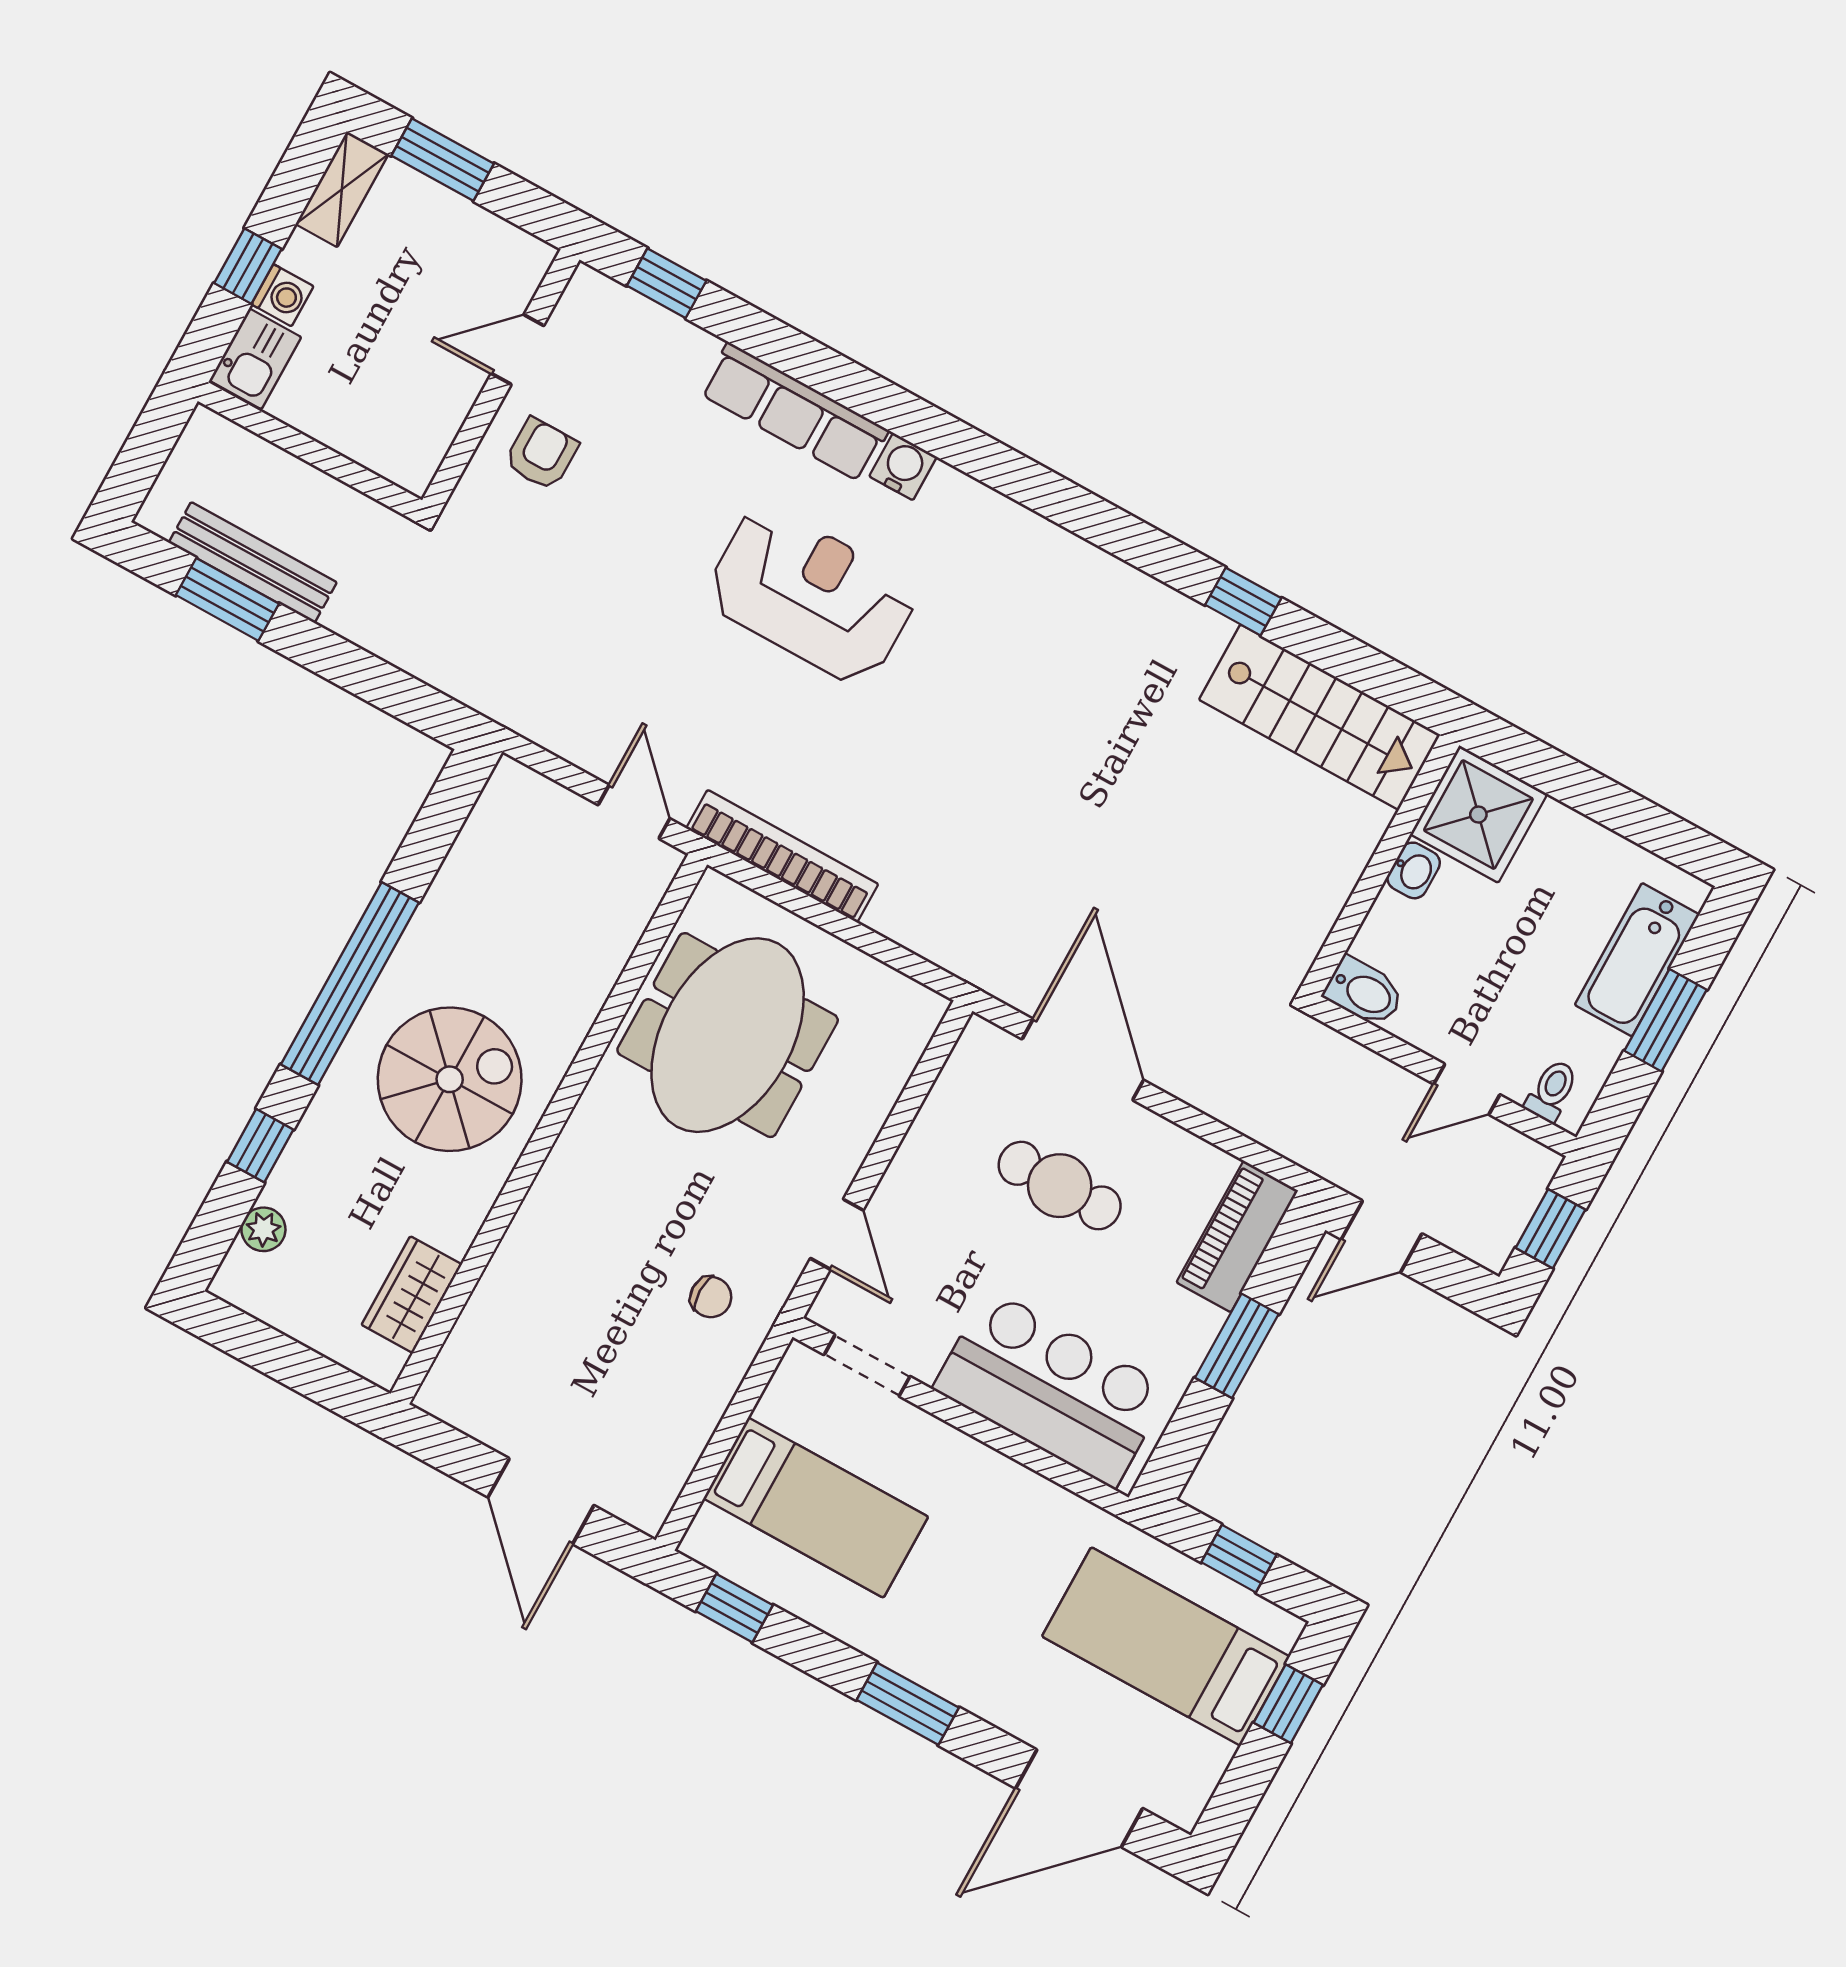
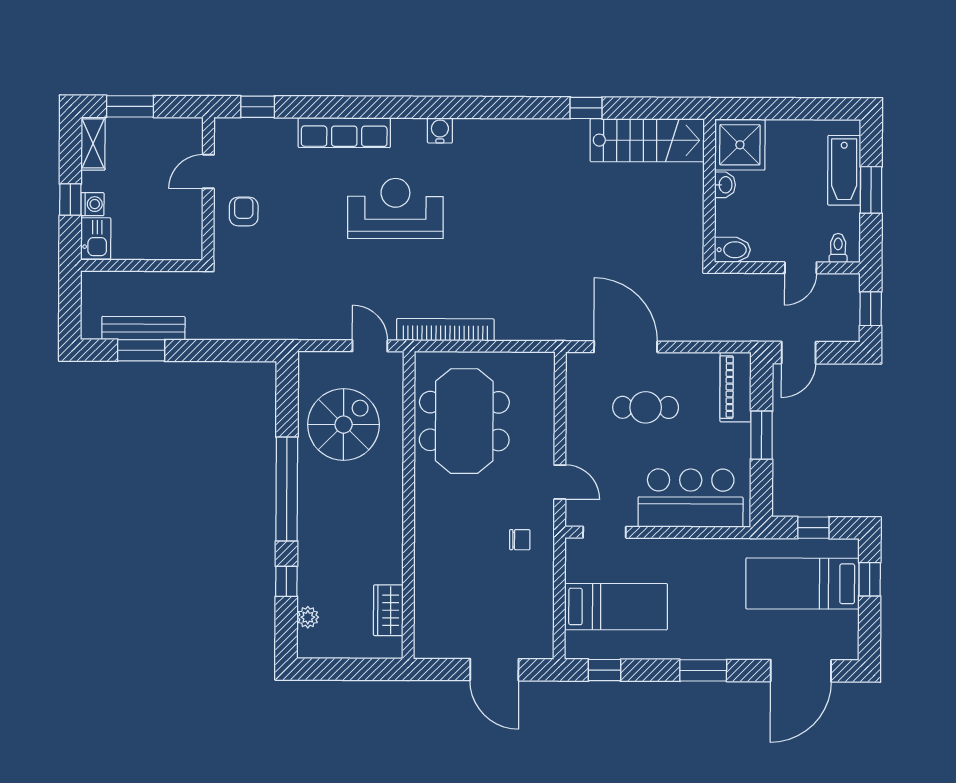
water cooler: (903, 467) -> (440, 131), moved
spiral stairs: (450, 1079) -> (344, 425), moved

